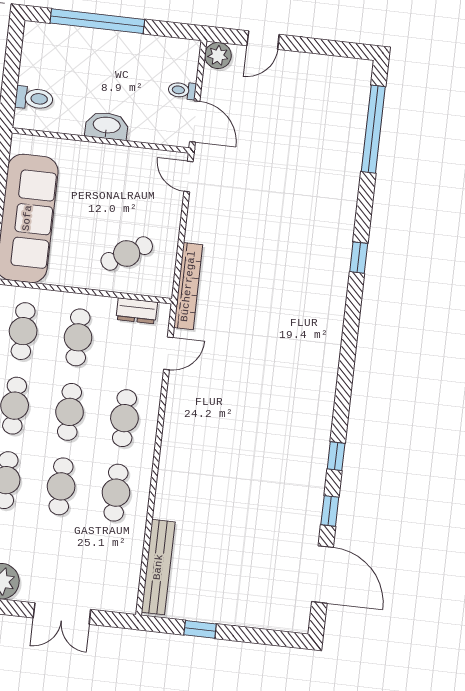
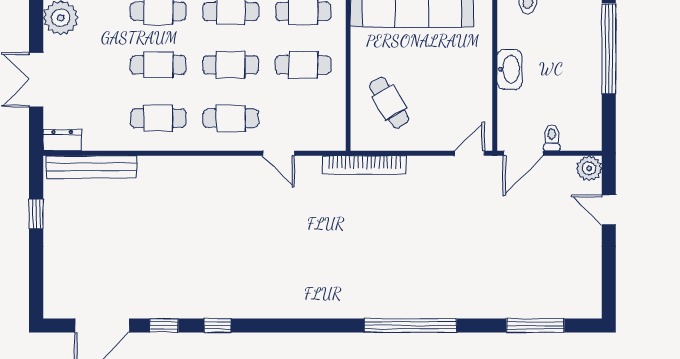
window: (373, 129) -> (535, 326), width x0.68
window: (359, 258) -> (410, 326), width x3.17
dresser: (137, 311) -> (62, 140), moved, turned 90
door: (168, 353) -> (279, 153), moved

